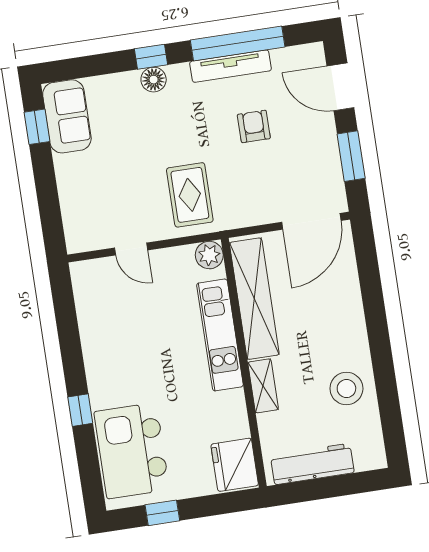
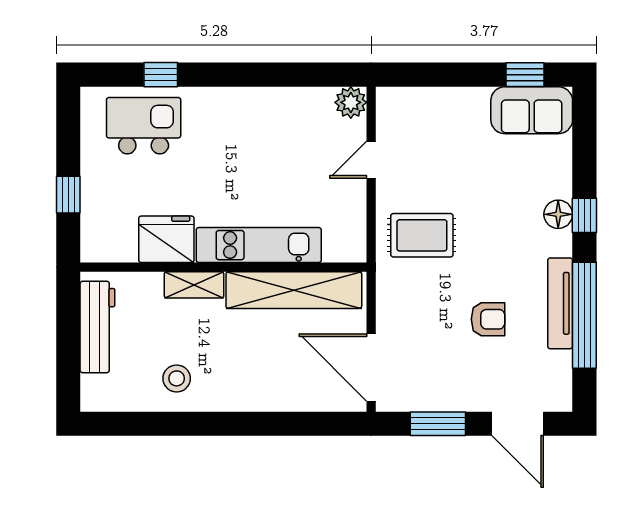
door: (340, 87) -> (518, 424), swing flipped
plant: (209, 255) -> (351, 102), moved
stool: (346, 389) -> (177, 378), width x0.73, depth x0.73
window: (80, 410) -> (161, 75), moved
kitchen island: (132, 451) -> (144, 126), width x0.73, depth x0.78
fridge: (235, 465) -> (166, 239), moved
window: (162, 513) -> (68, 195), moved

